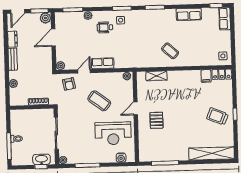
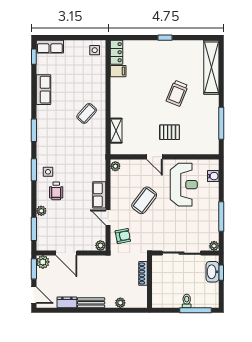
trolley: (217, 116) -> (177, 93), moved

